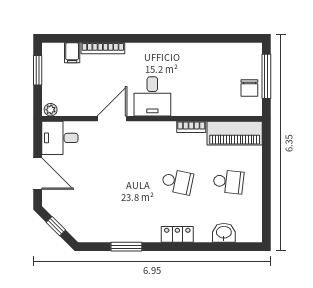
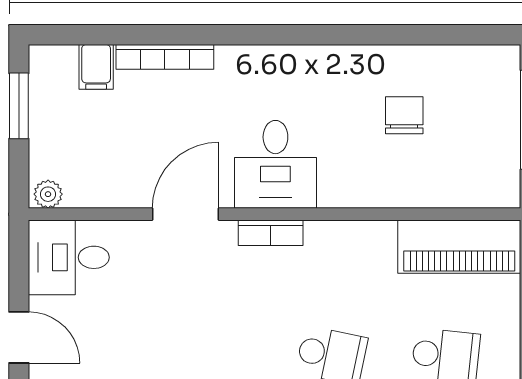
chair: (249, 88) -> (404, 115), moved, turned 180
bookcase: (191, 127) -> (271, 233), moved
door: (38, 174) -> (19, 337), width x0.73

